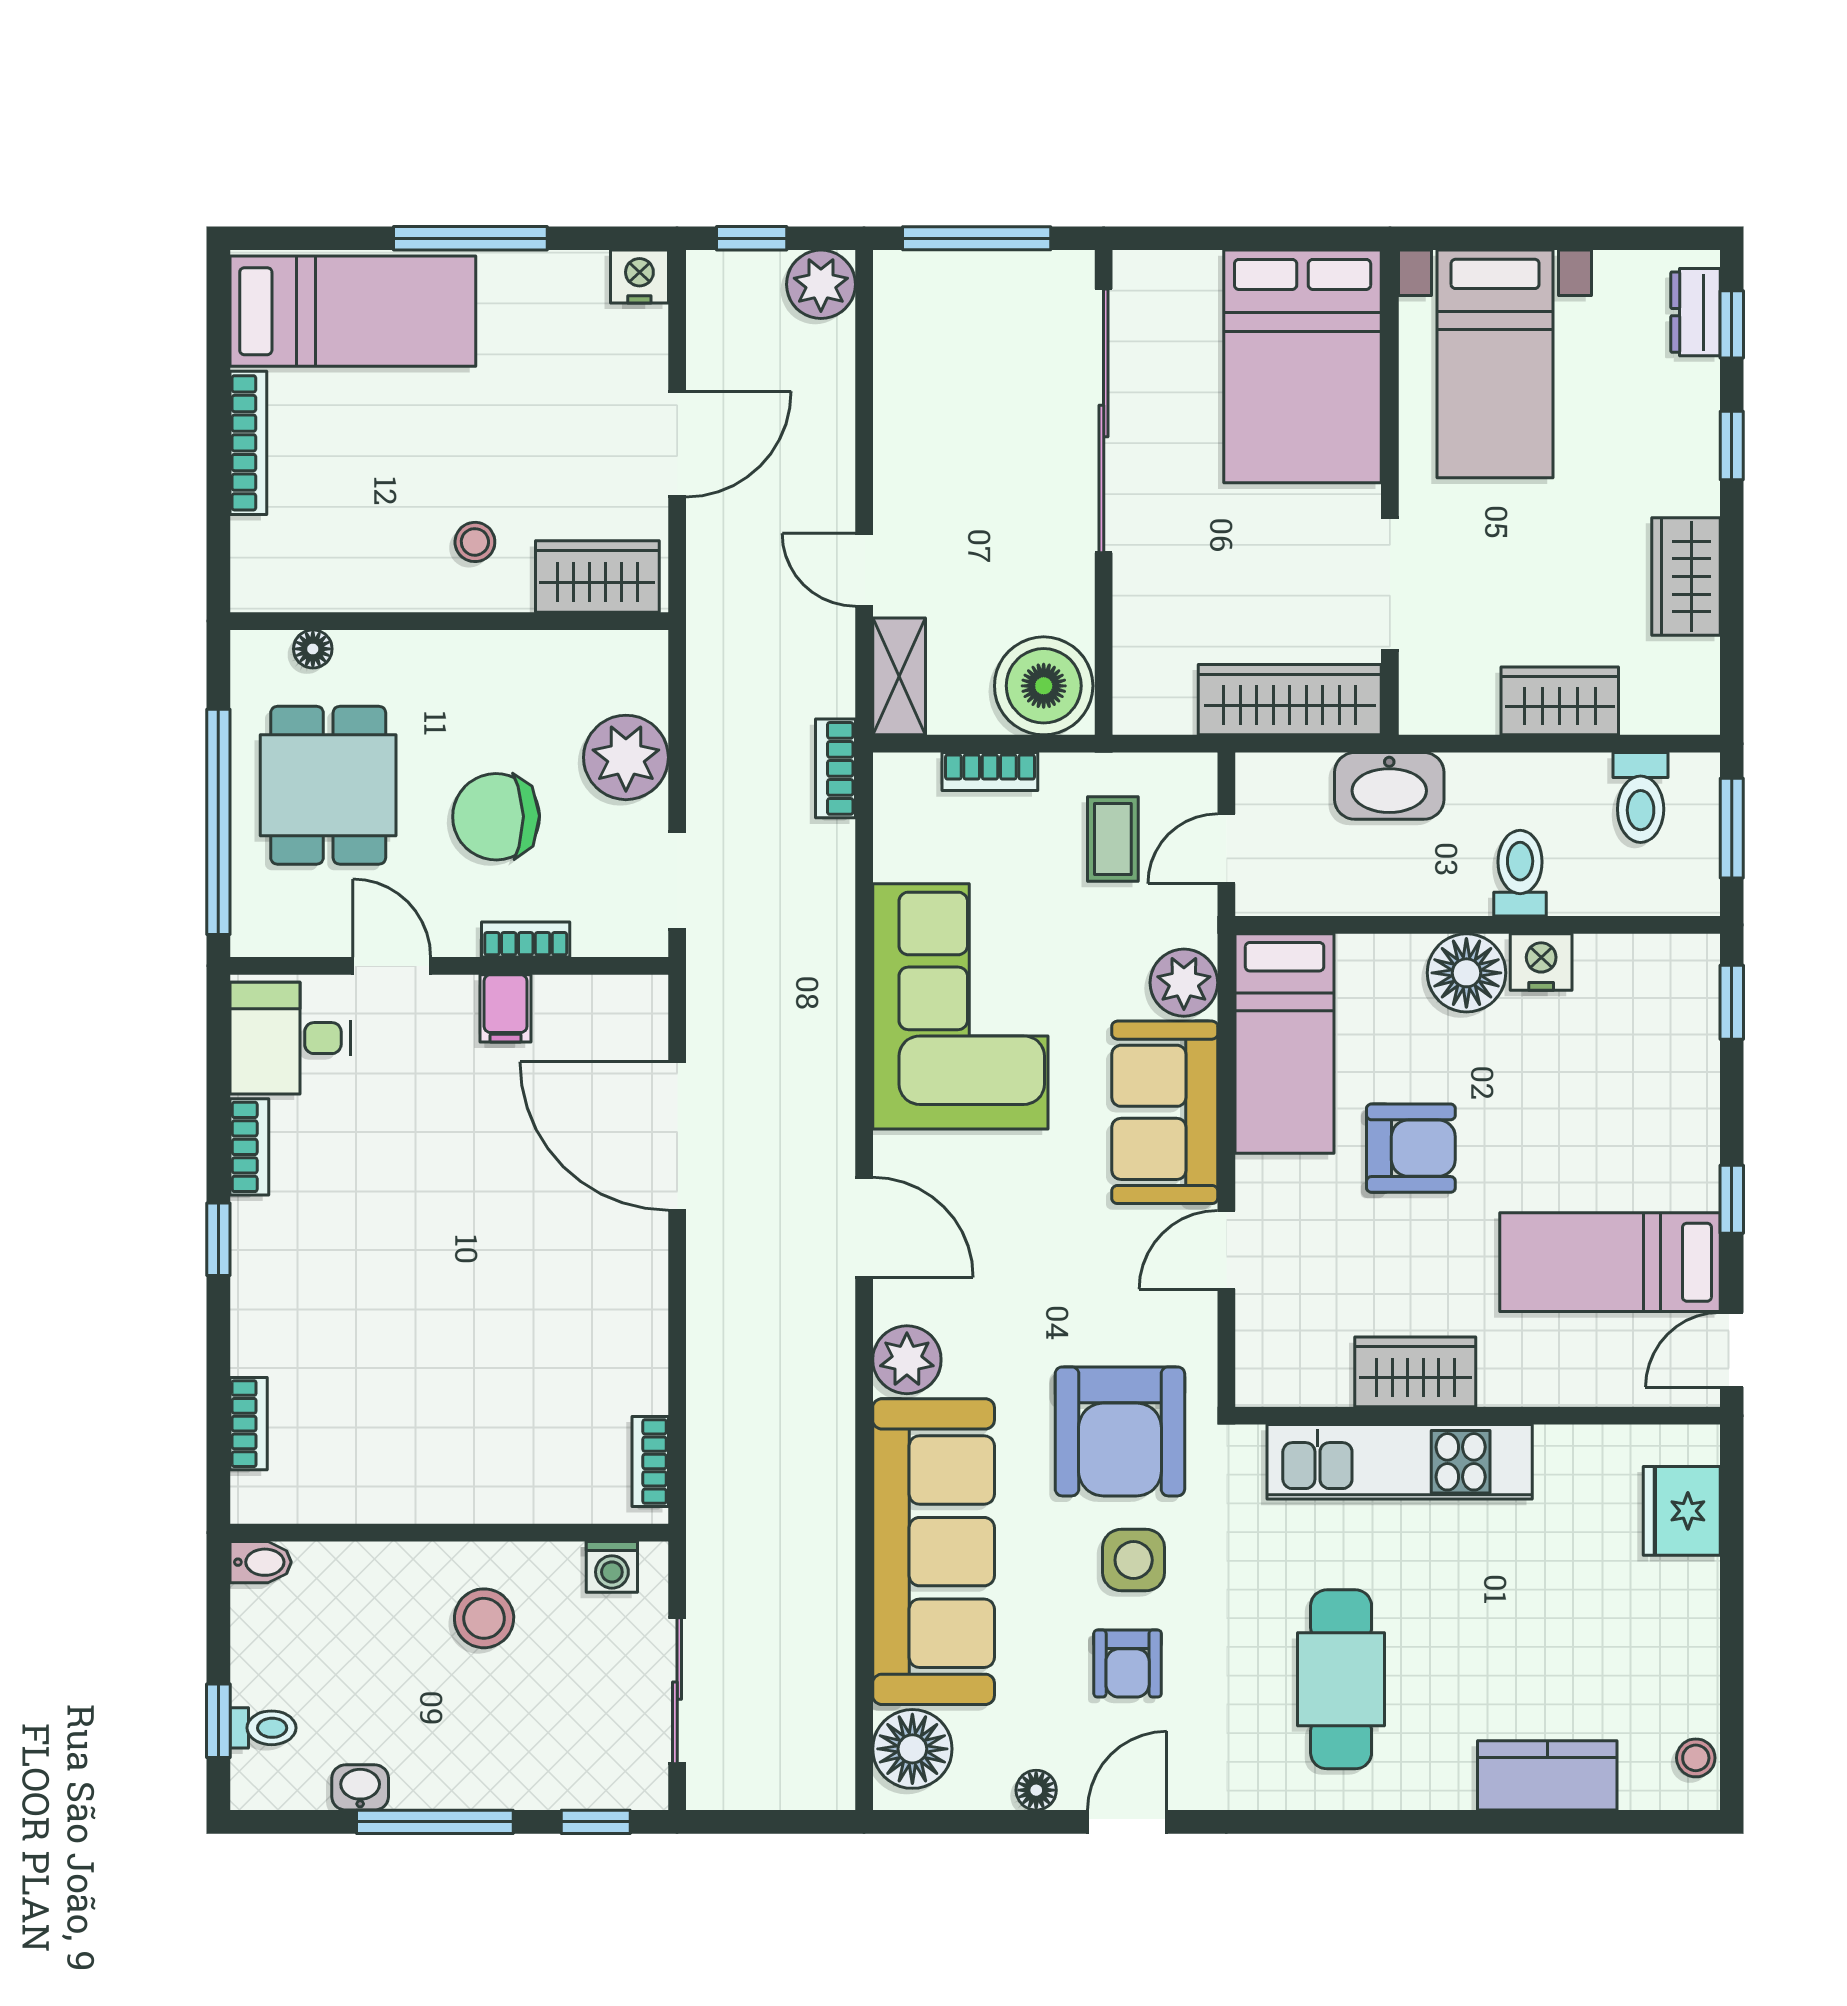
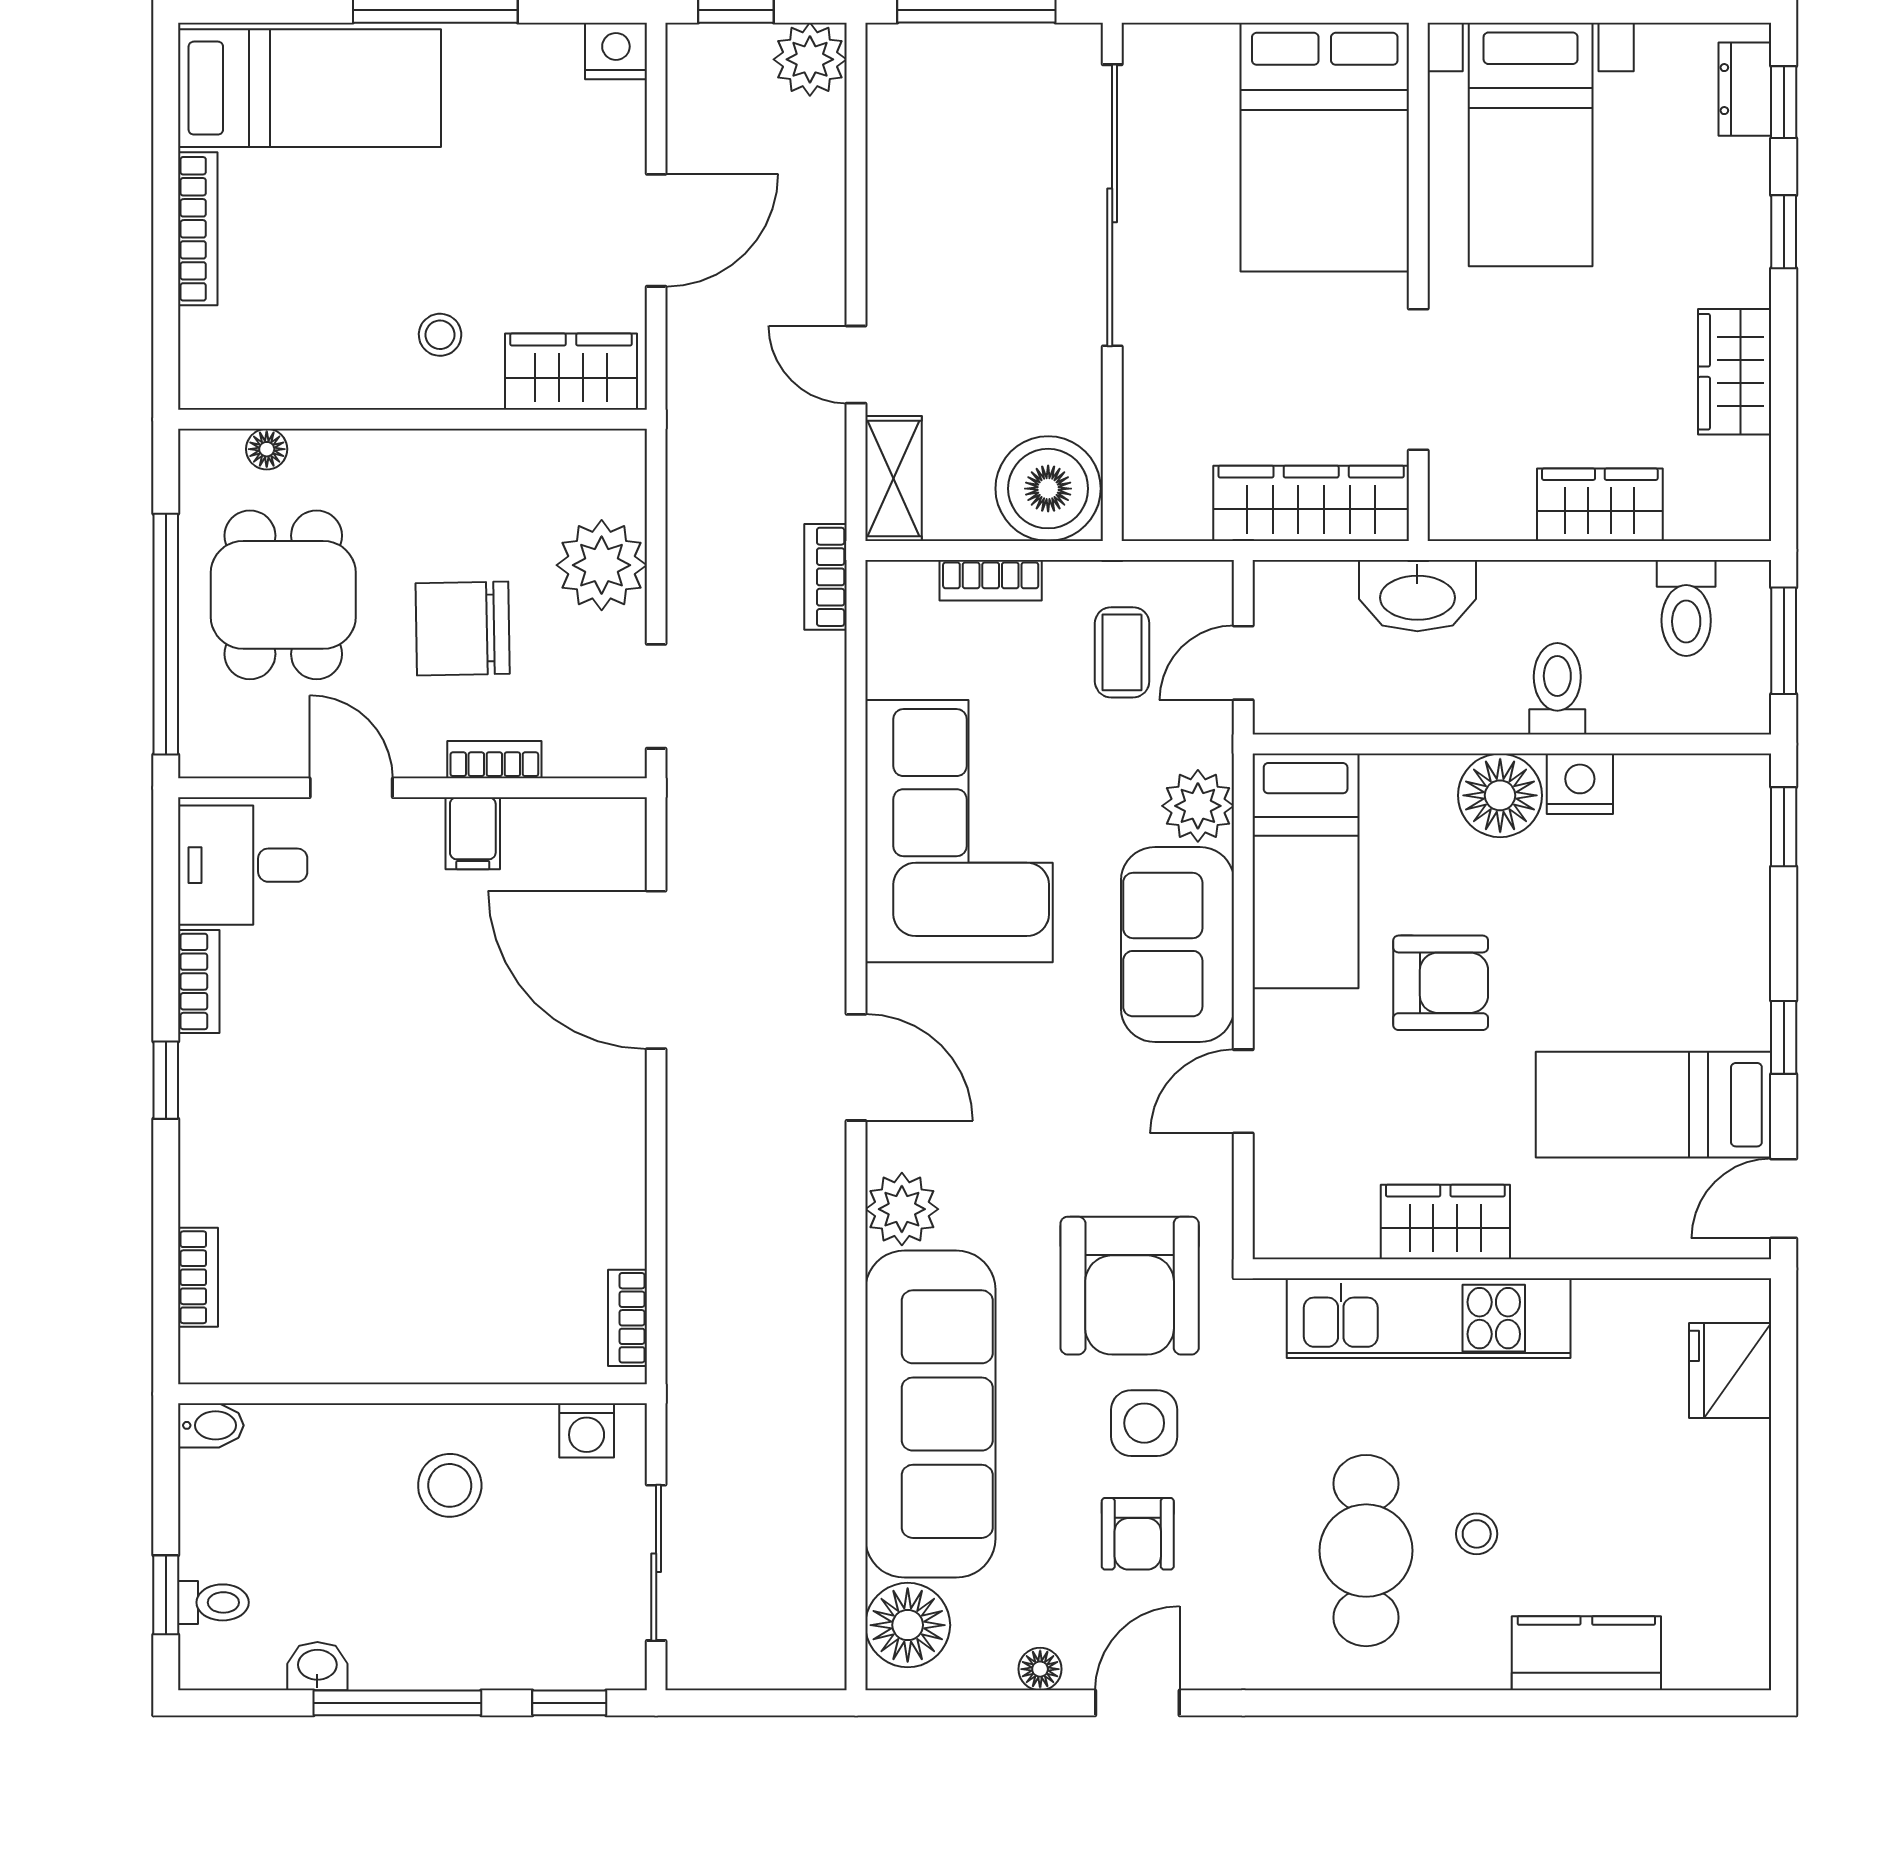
stool: (1696, 1758) -> (1477, 1534), moved

